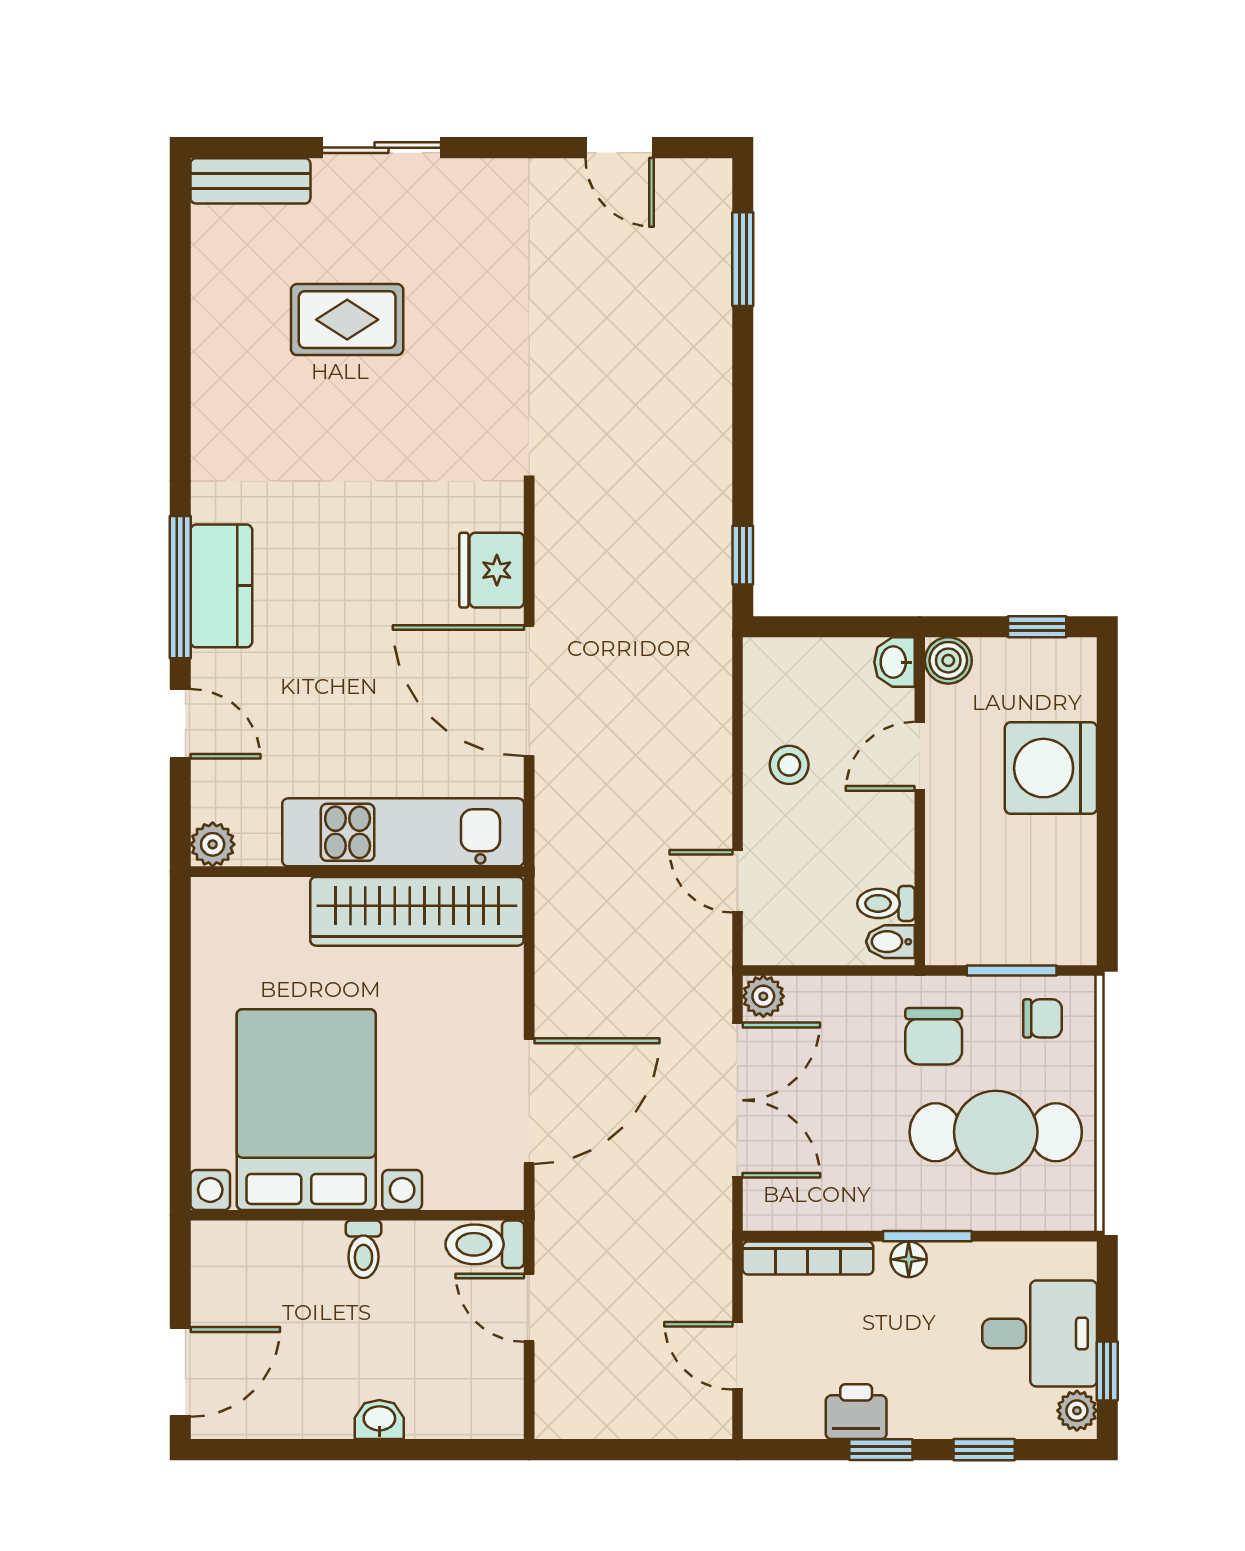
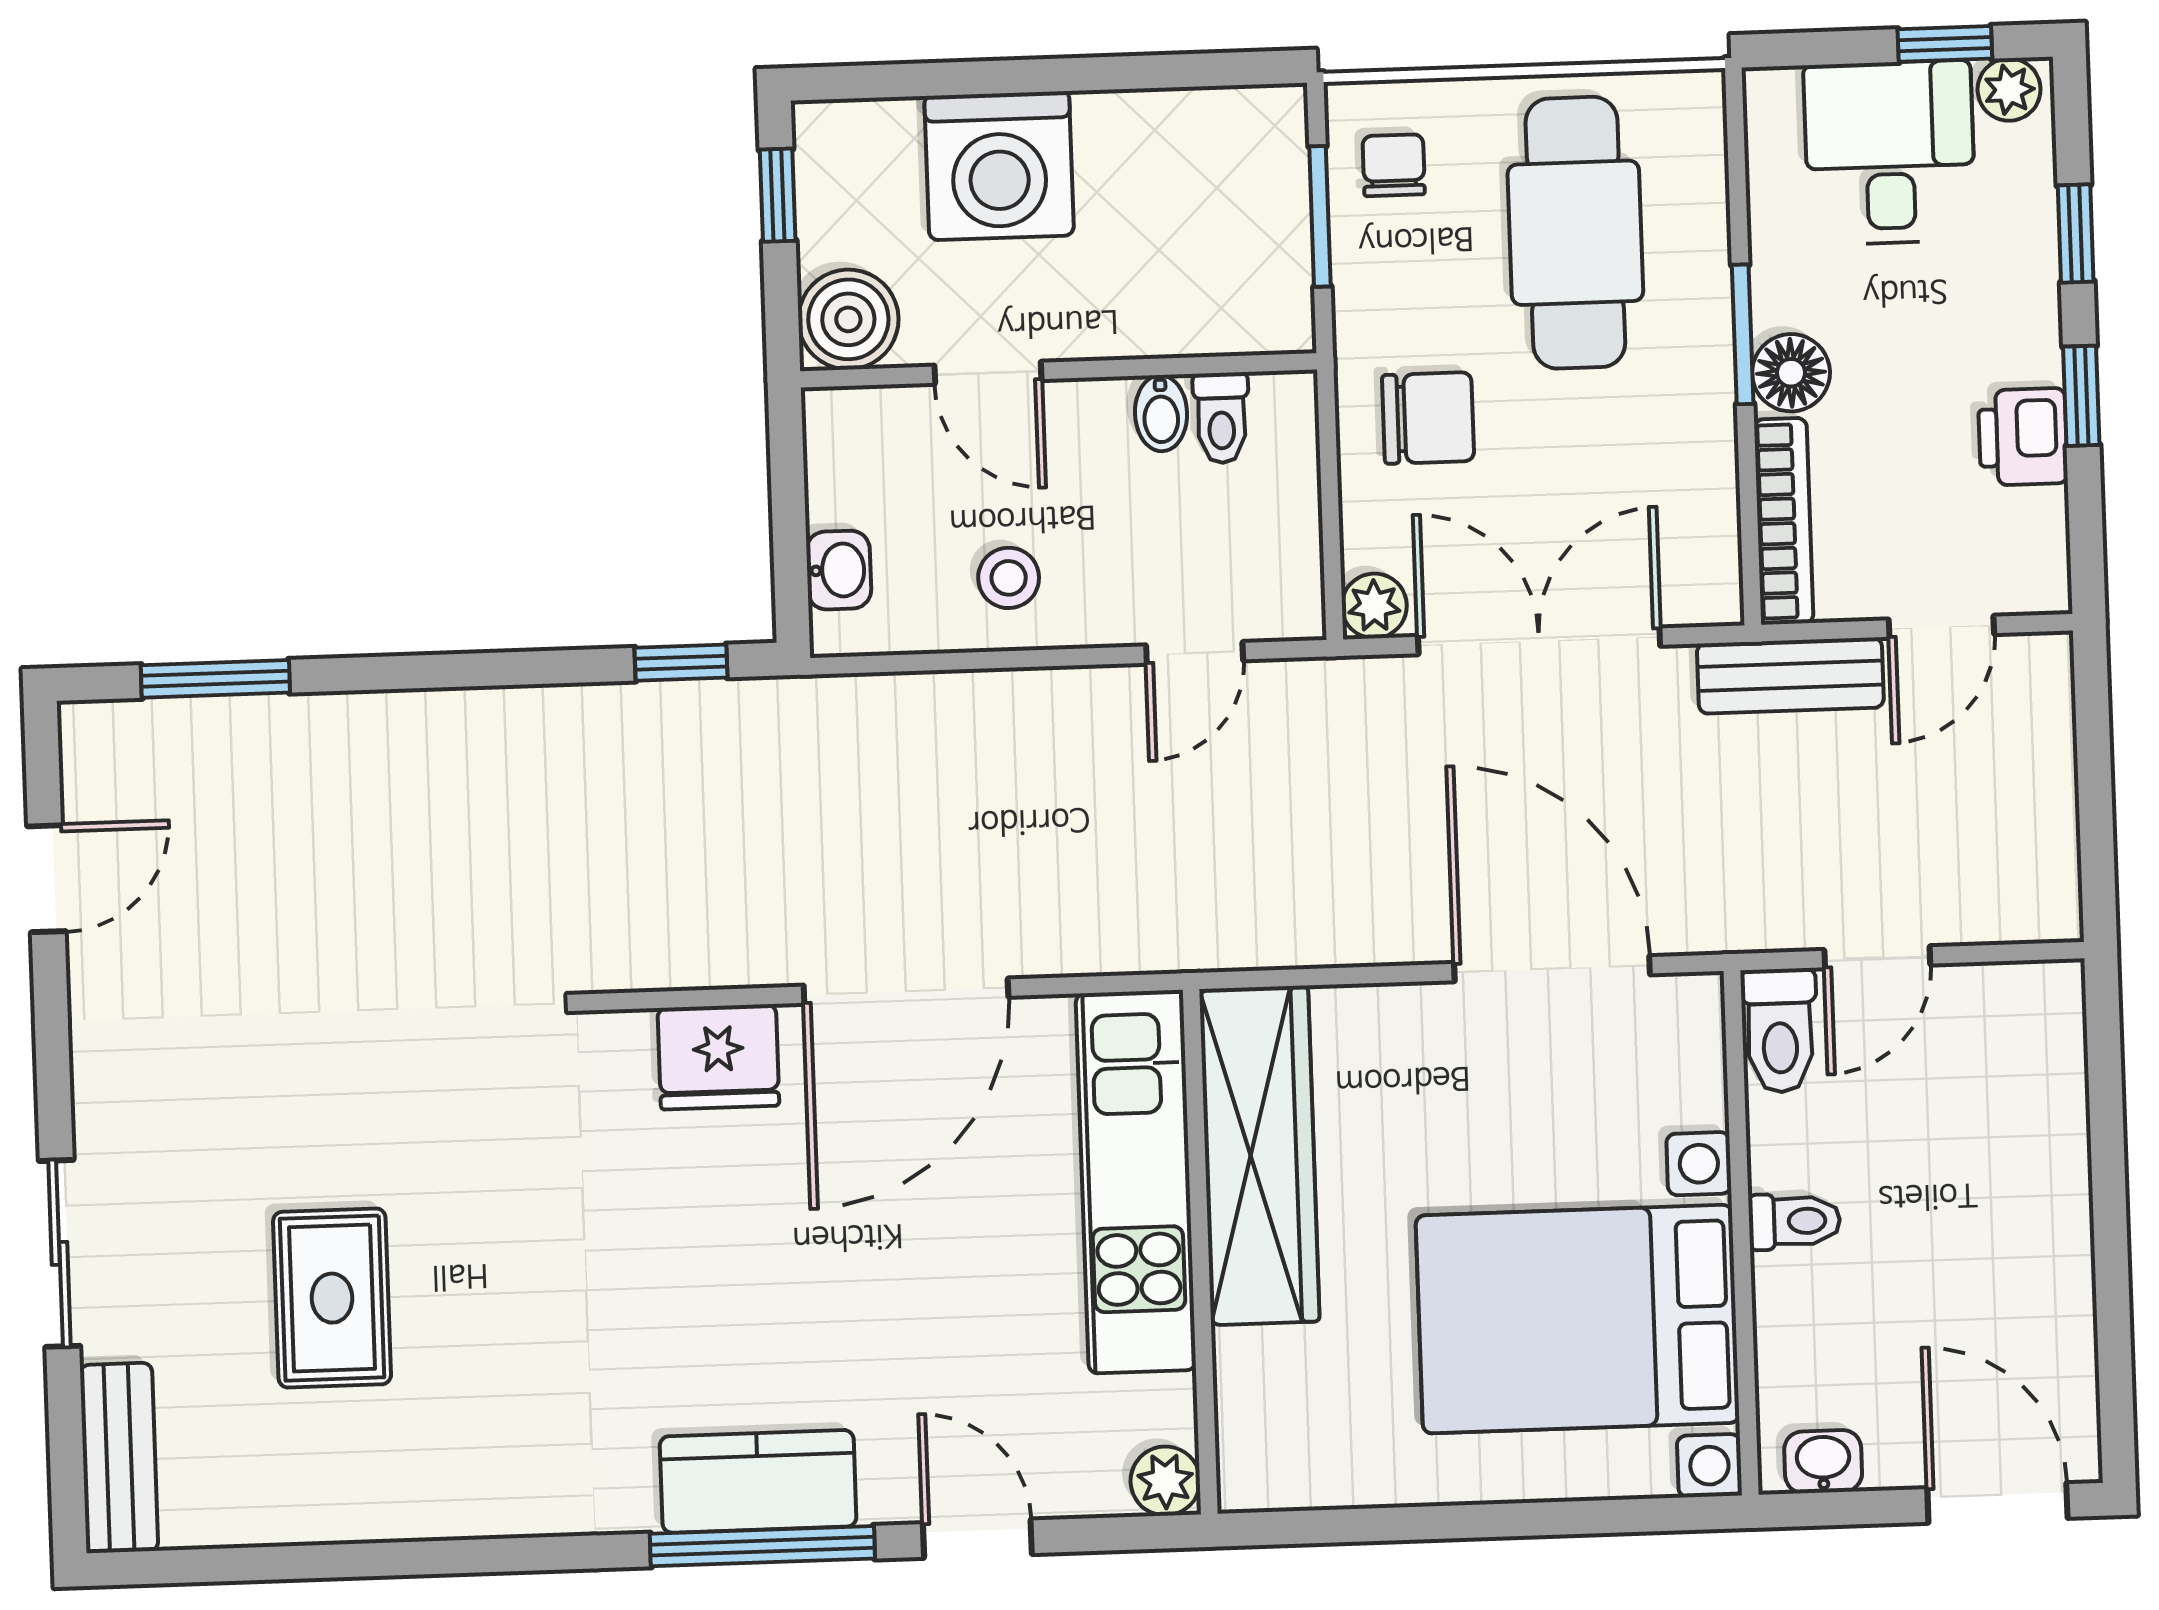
boiler: (948, 660) -> (848, 319), width x1.36, depth x1.36
washbasin: (894, 662) -> (839, 570), moved, turned -90
door: (180, 724) -> (977, 1539), hinge flipped
bidet: (890, 942) -> (1161, 413), moved
chair: (934, 1036) -> (1428, 418), moved
bench: (710, 1259) -> (1790, 676), added
floor lamp: (909, 1259) -> (1791, 373), width x1.37, depth x1.37
washbasin: (379, 1420) -> (1823, 1462), moved, turned 90

